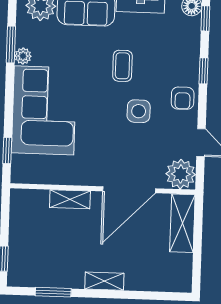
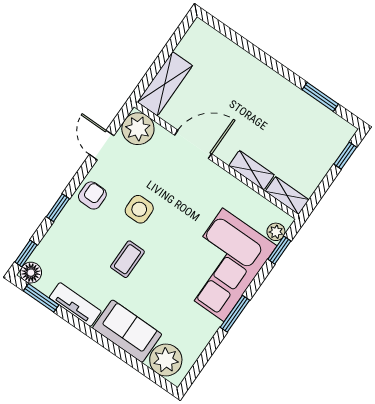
window: (11, 45) -> (235, 314), moved
plant: (23, 56) -> (276, 232), moved
door: (129, 190) -> (193, 144), width x0.73
shelving: (104, 281) -> (287, 196), moved

